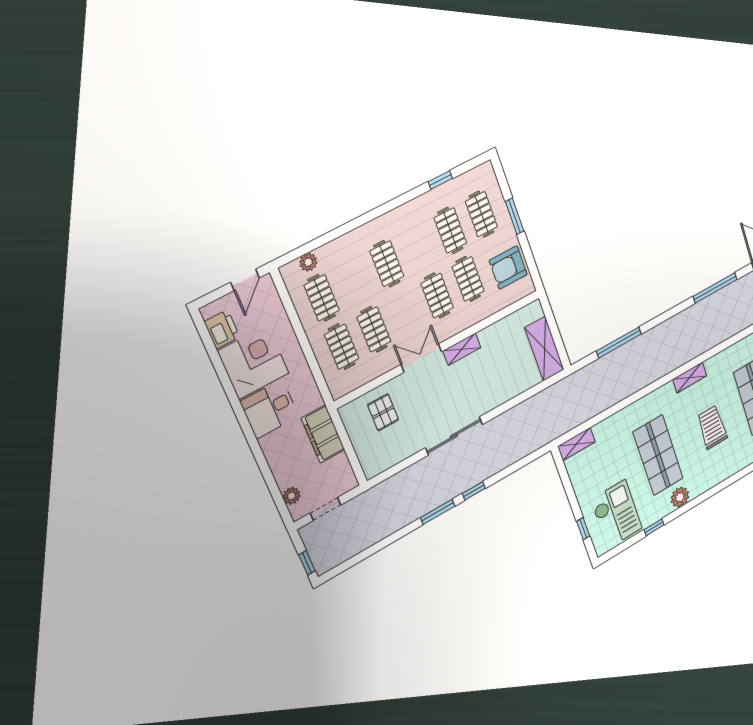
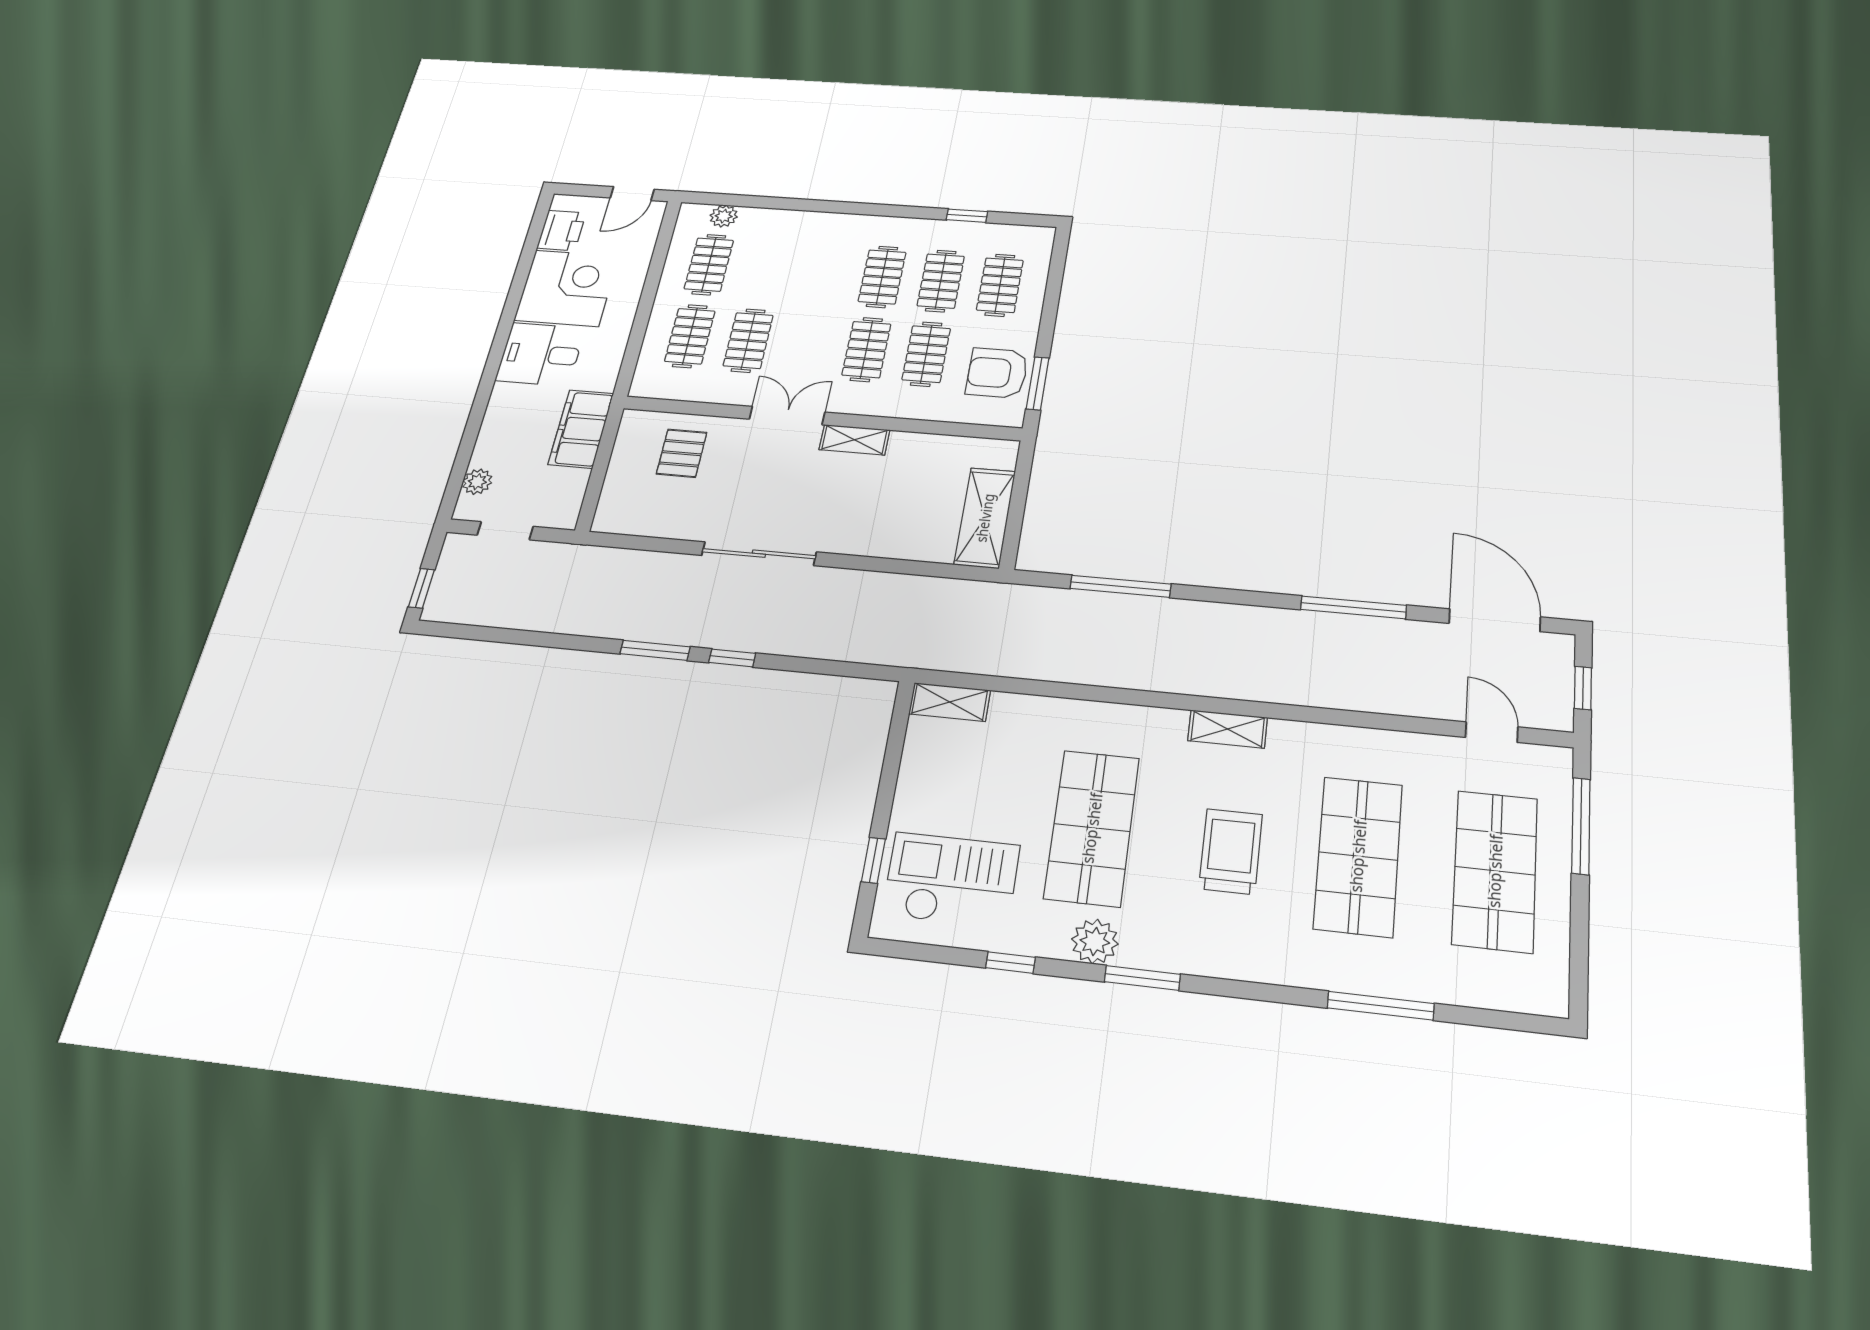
window: (515, 216) -> (1038, 383), moved
clothes rail: (387, 264) -> (882, 277), moved
window: (702, 498) -> (1142, 978), added
checkout: (617, 514) -> (951, 880), turned -90

